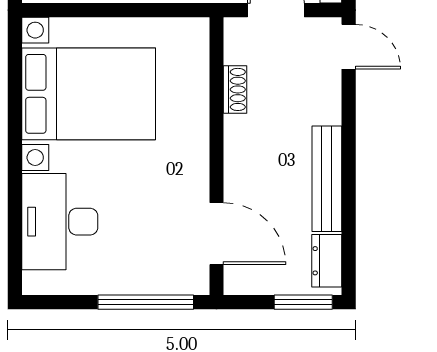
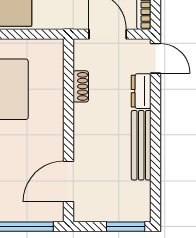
door: (217, 234) -> (68, 181), swing flipped
dresser: (327, 261) -> (141, 91), moved

